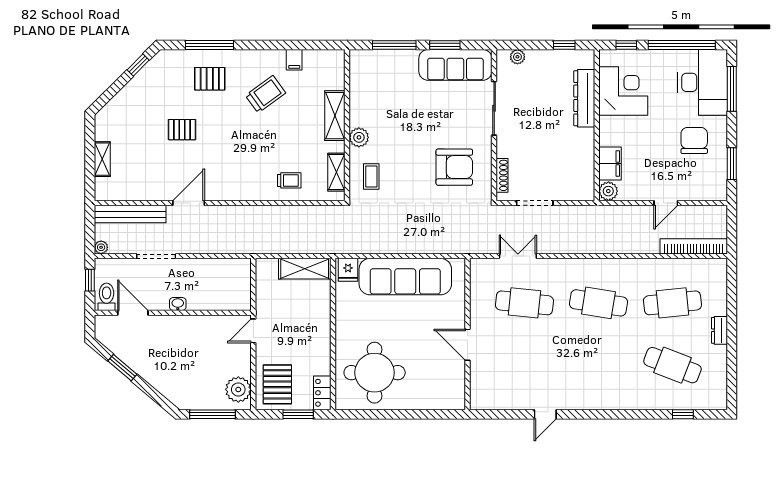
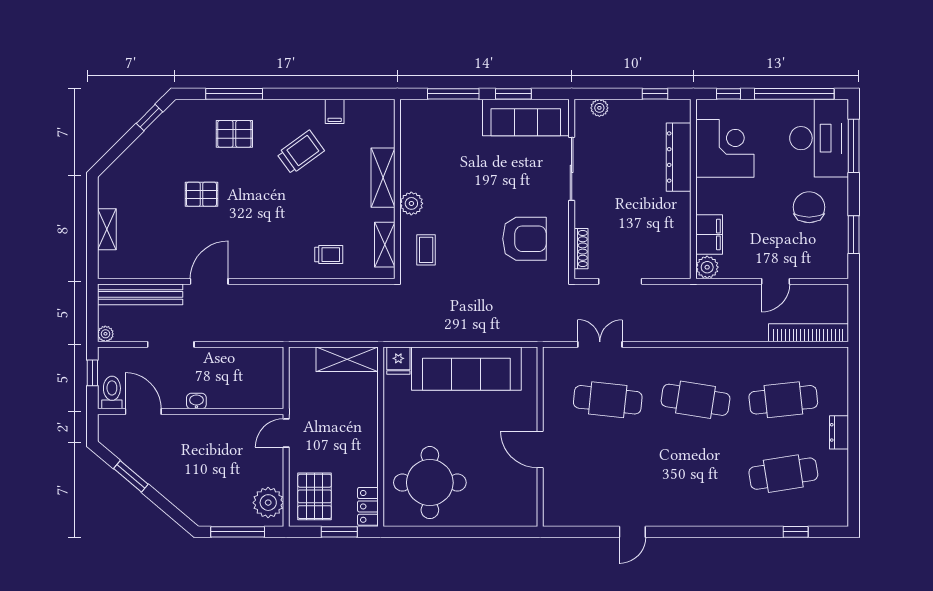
cafe table: (672, 365) -> (783, 474), turned -30

